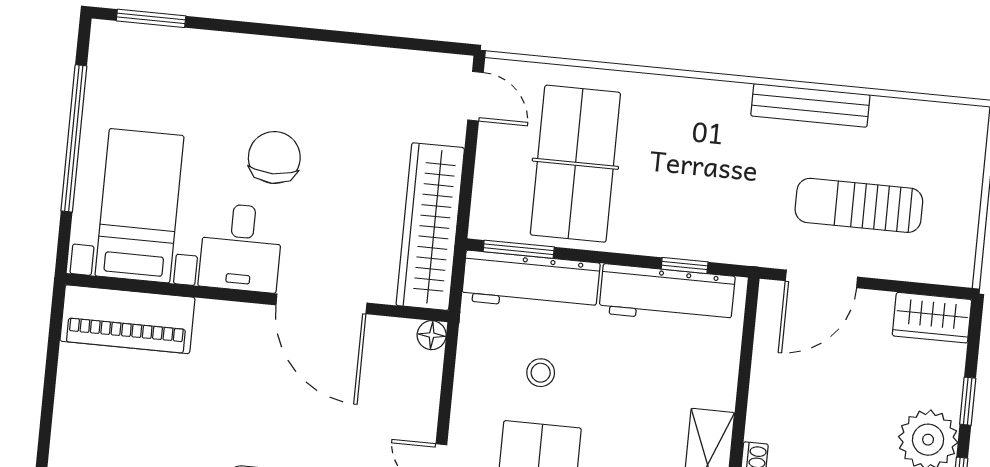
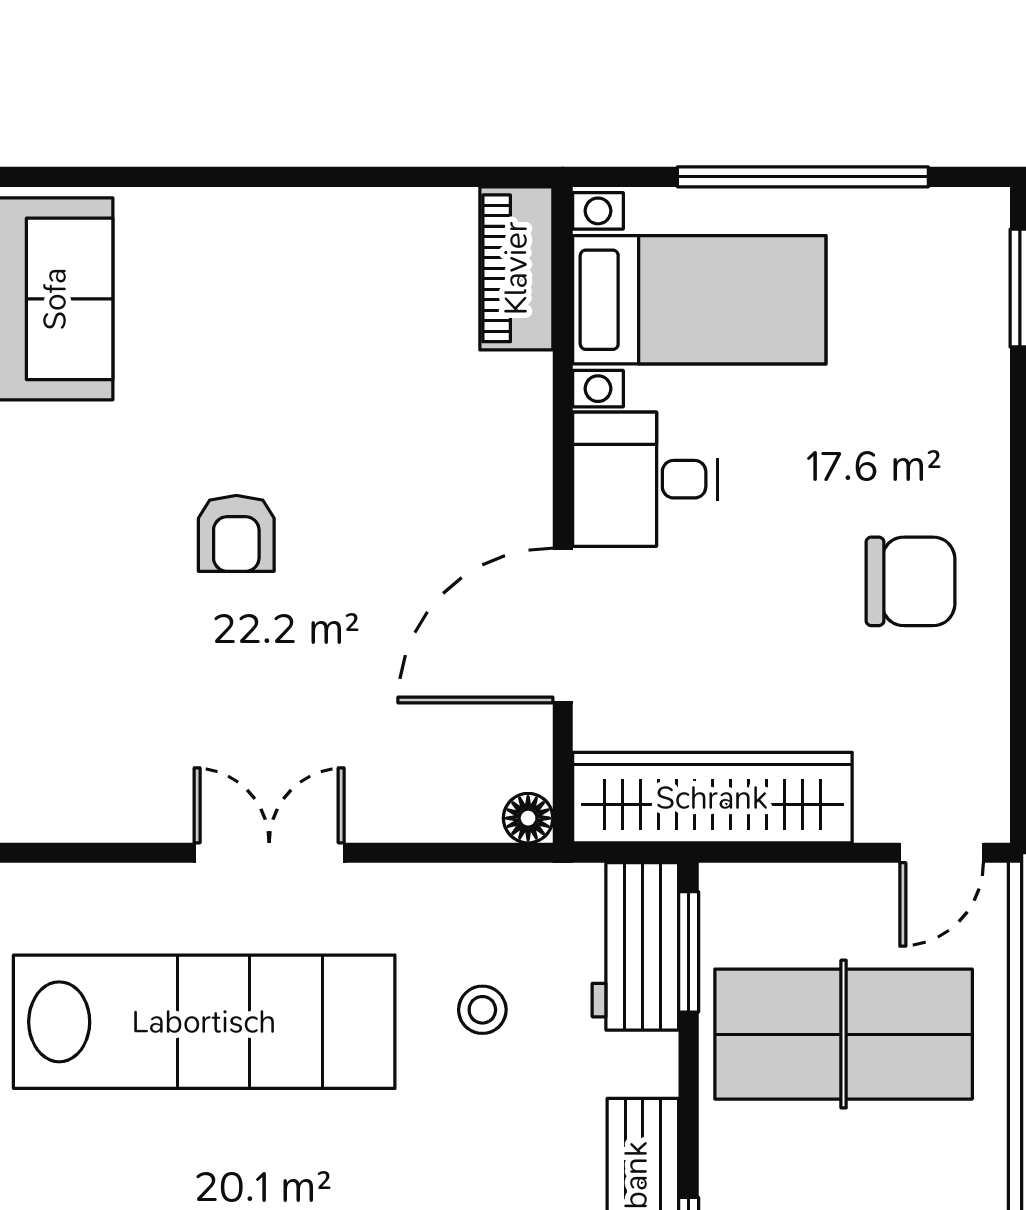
chair: (274, 157) -> (910, 581), moved
workbench: (531, 282) -> (635, 946), width x0.73
piano: (127, 319) -> (516, 268), width x0.73, depth x0.75

